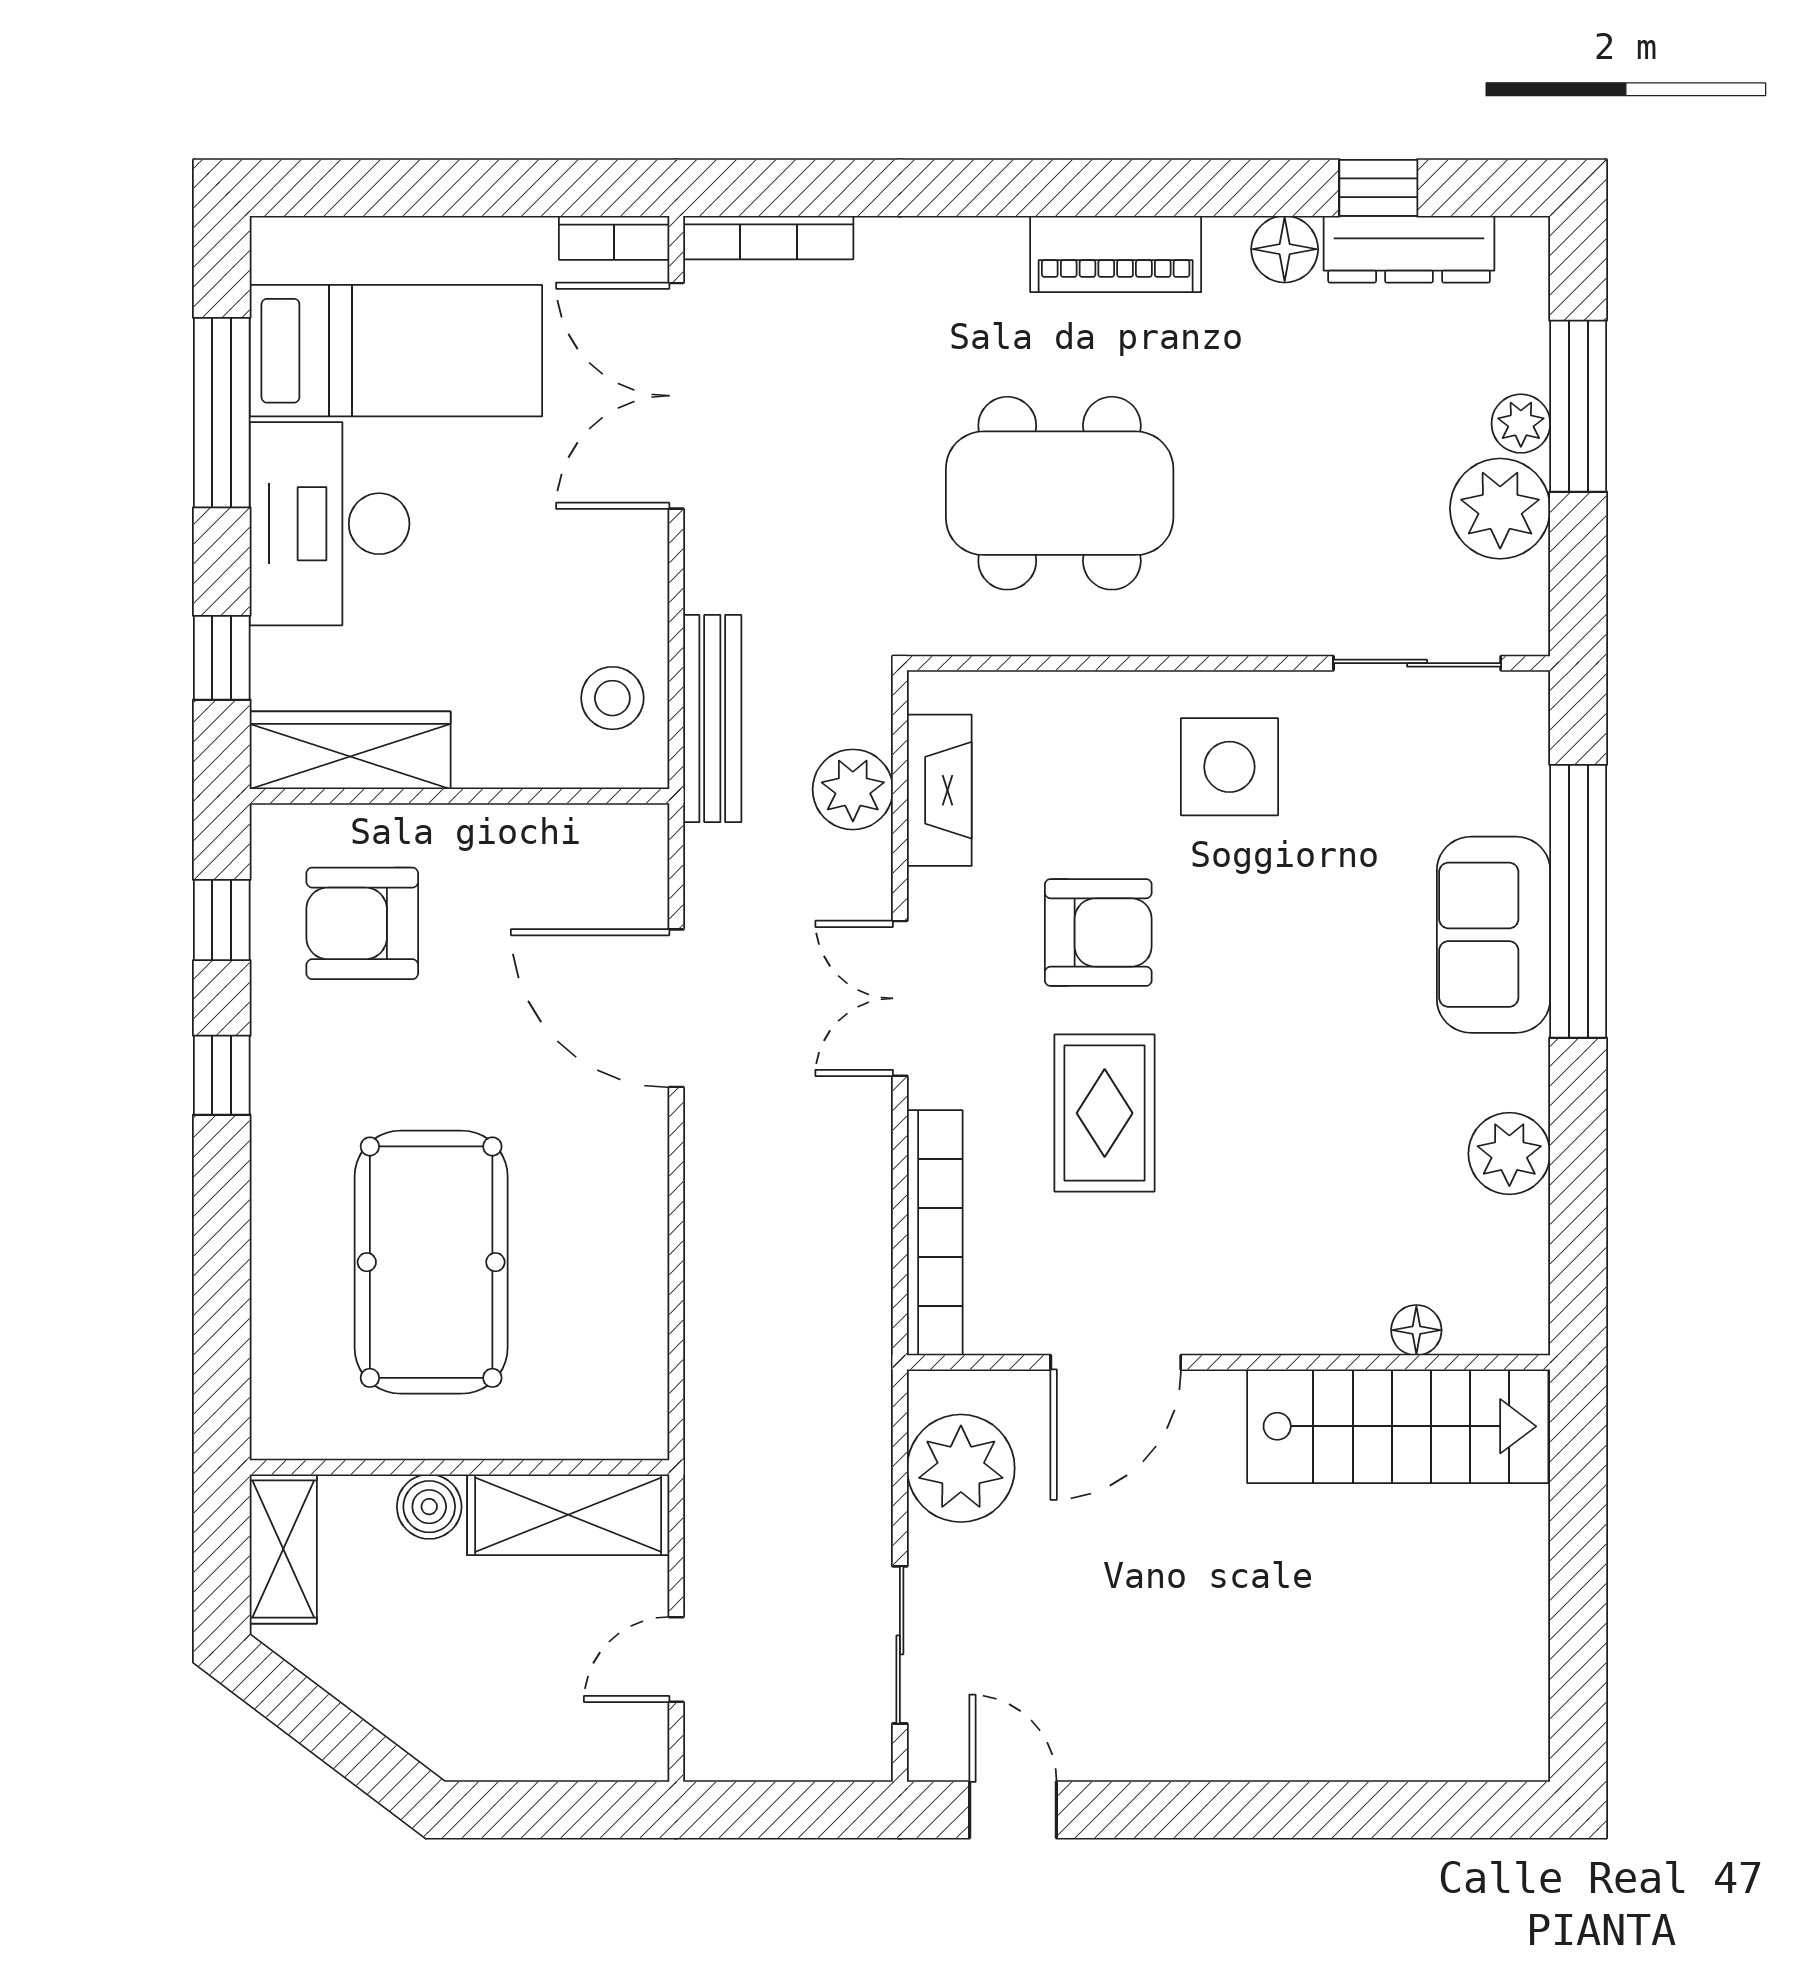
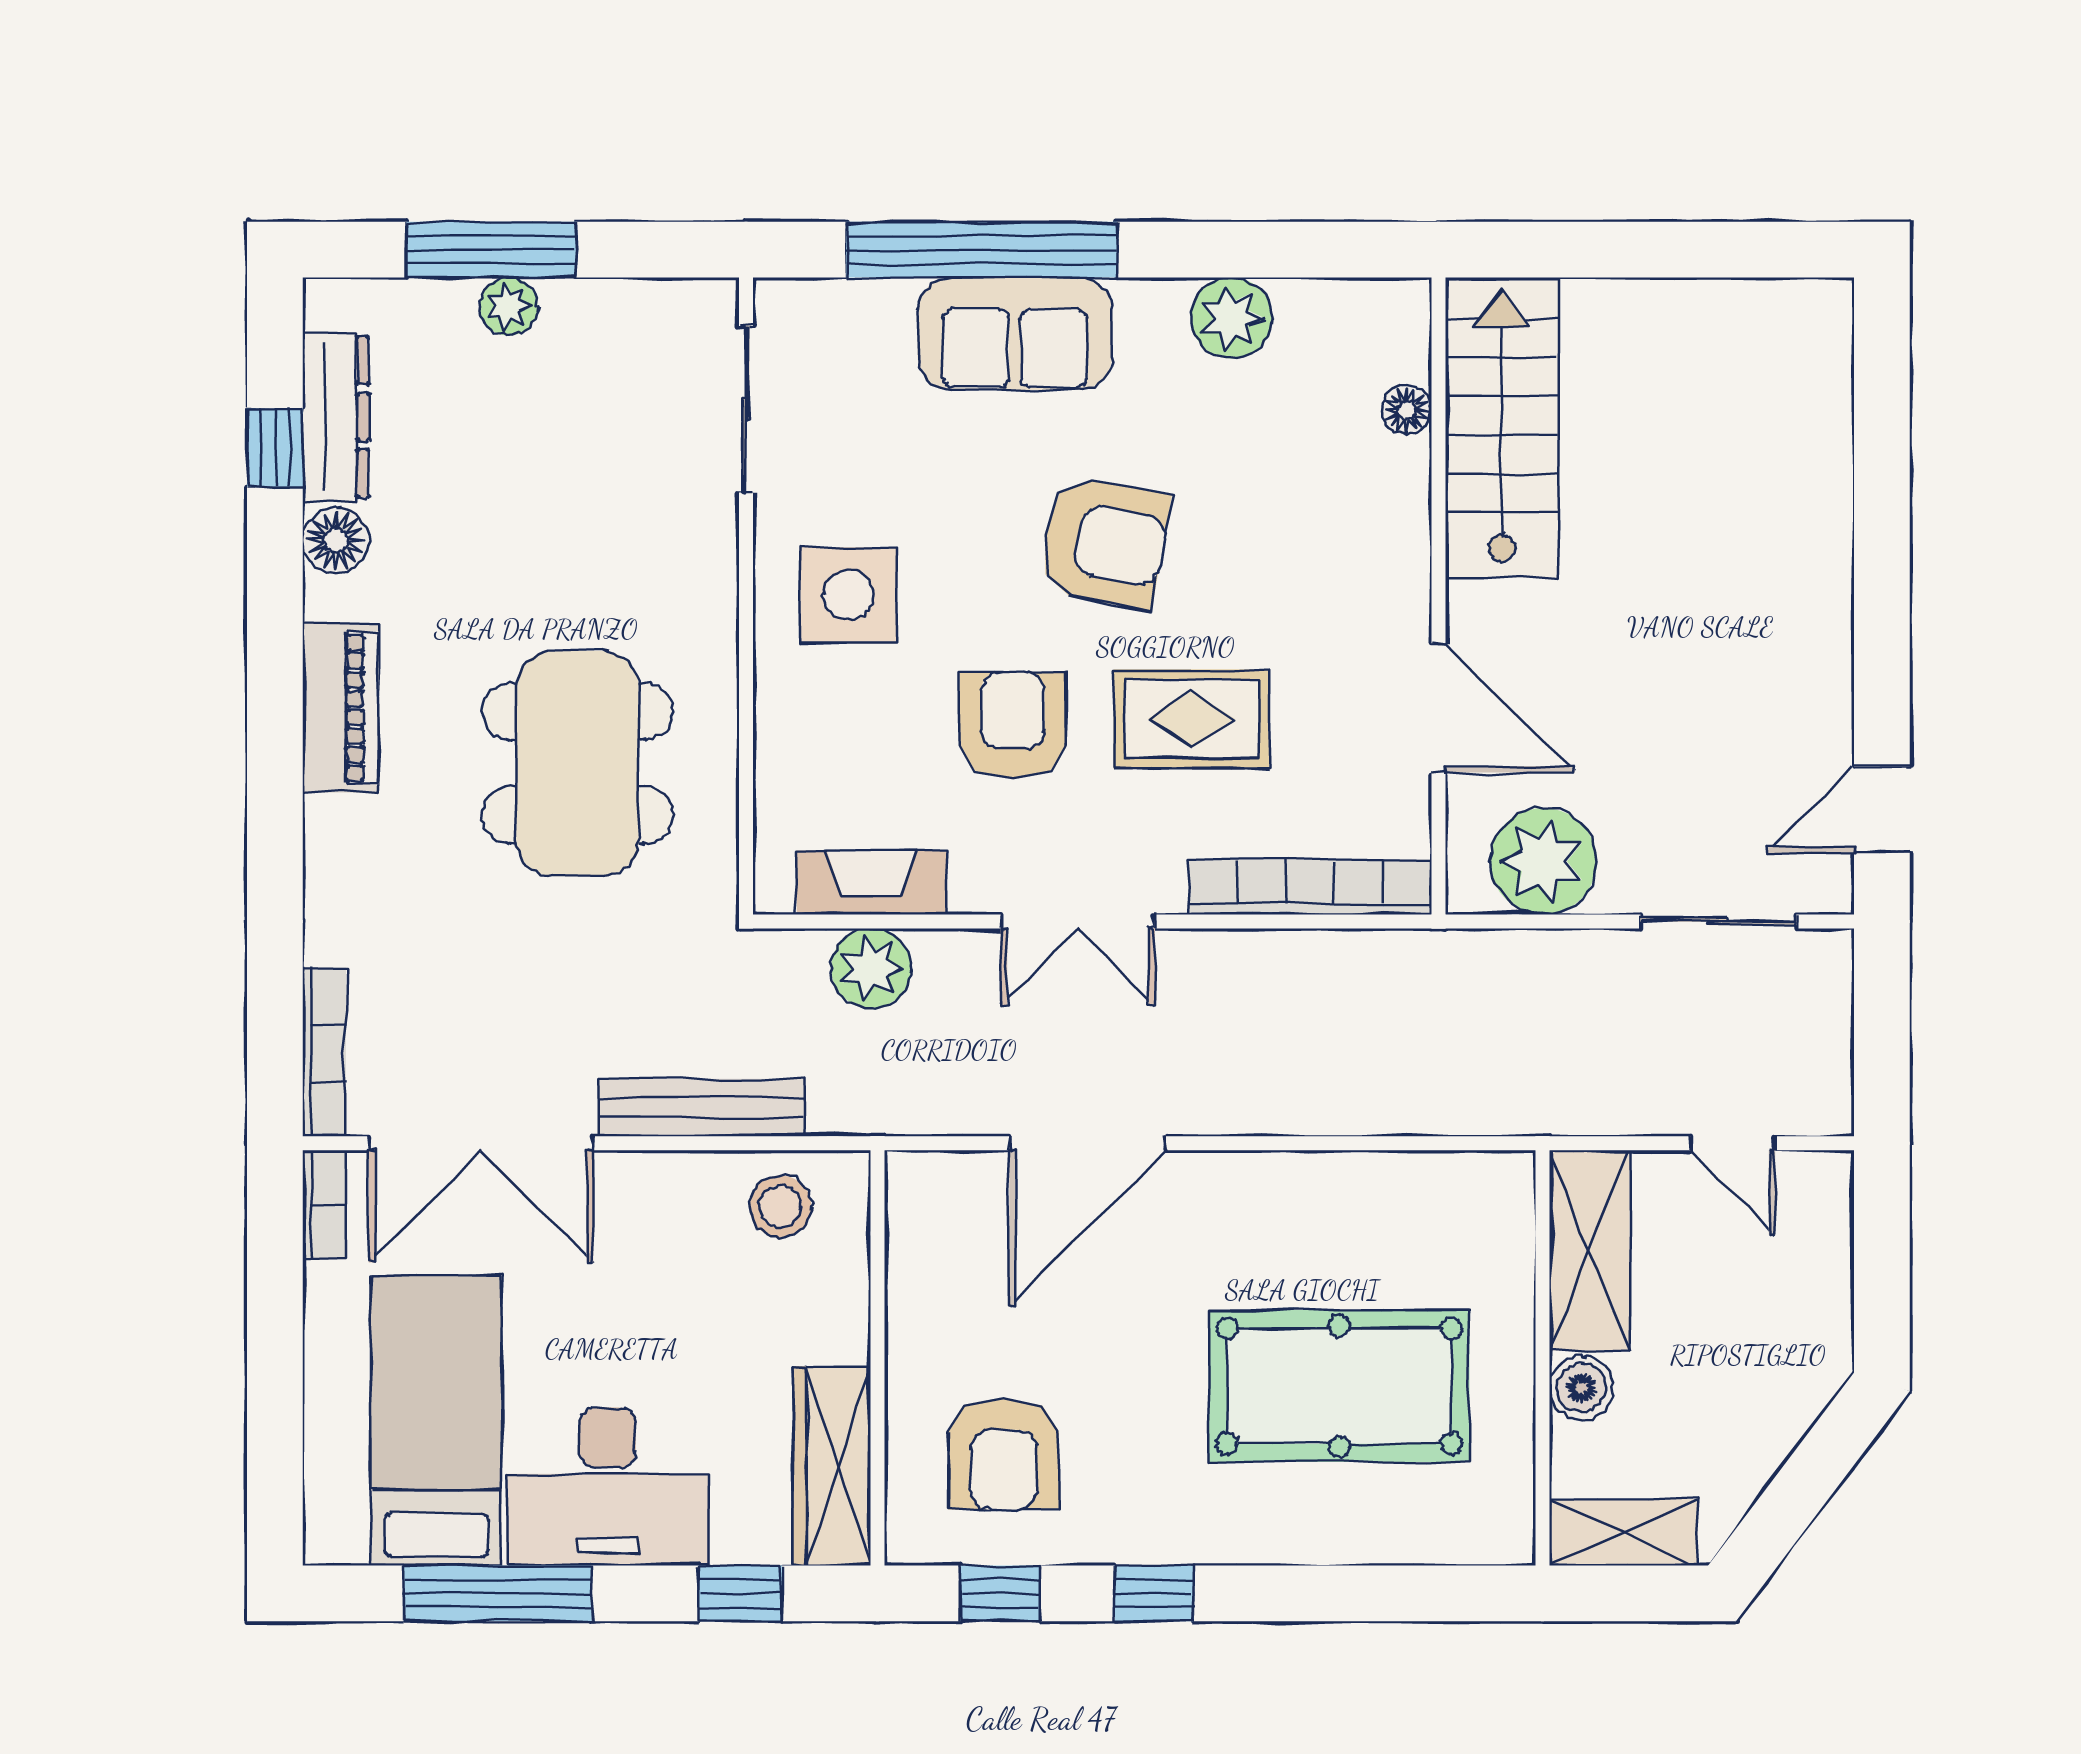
plant: (1500, 509) -> (593, 327), removed
bench: (712, 719) -> (702, 1108), moved
armchair: (1282, 1024) -> (1104, 543), added

